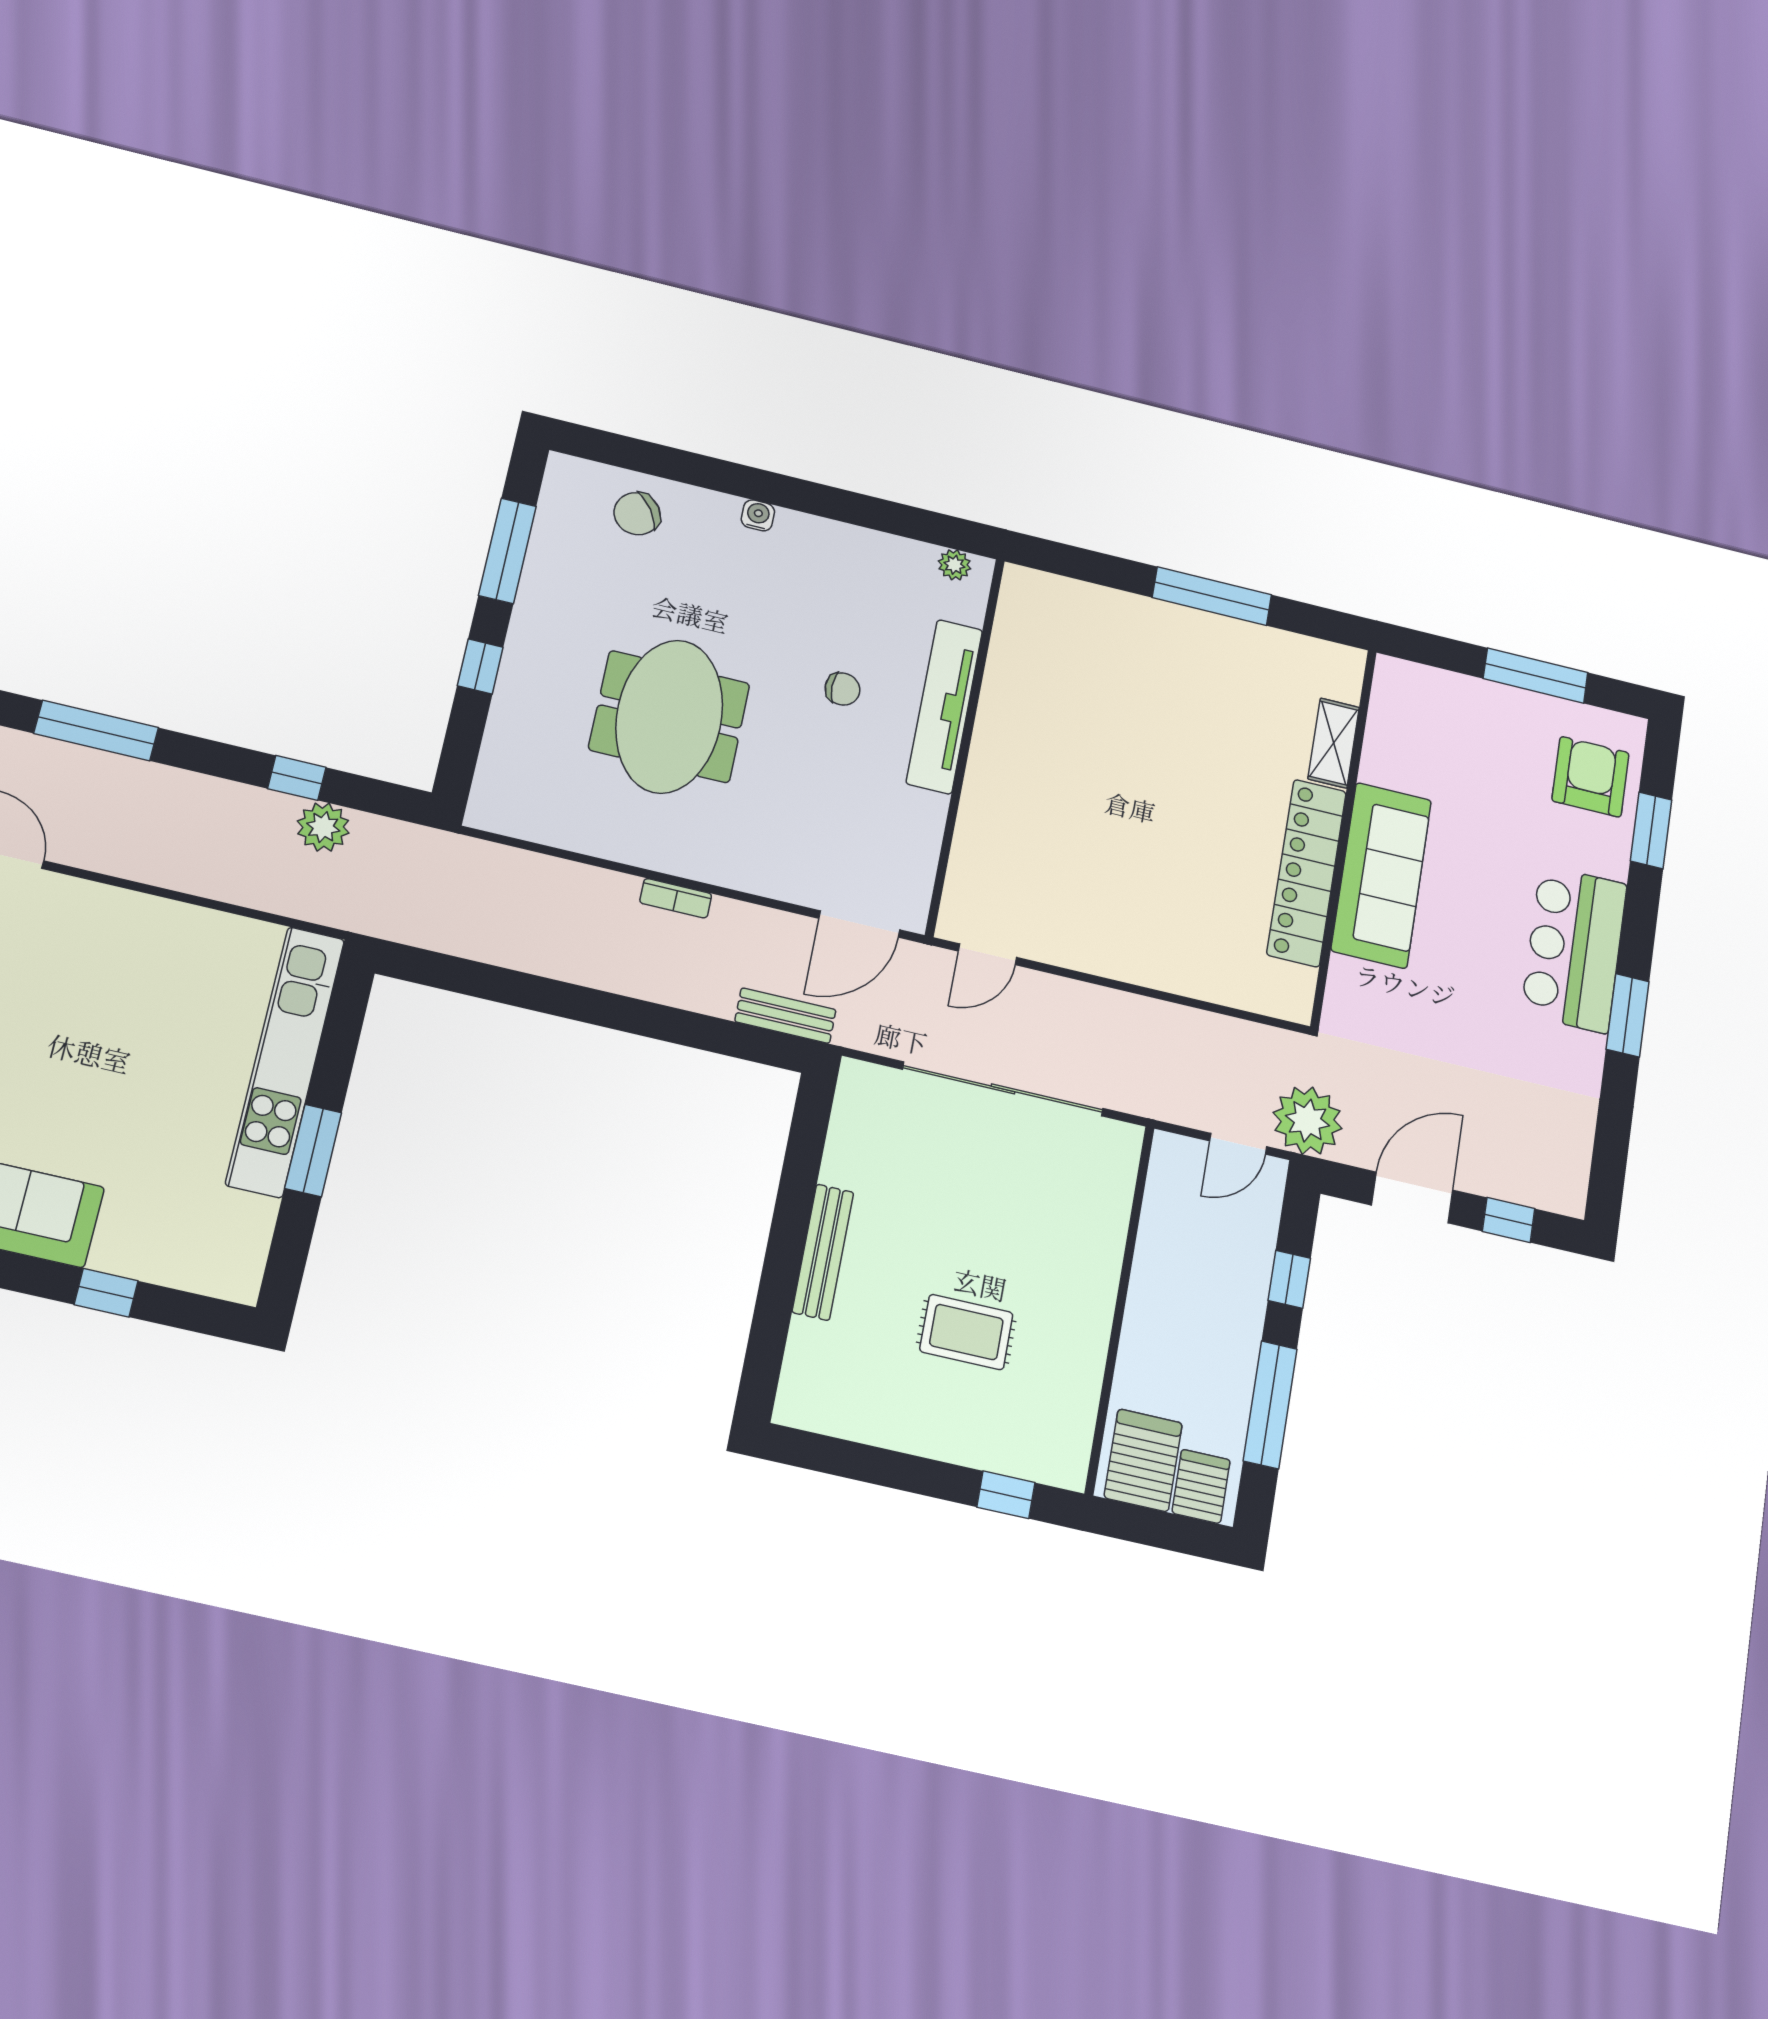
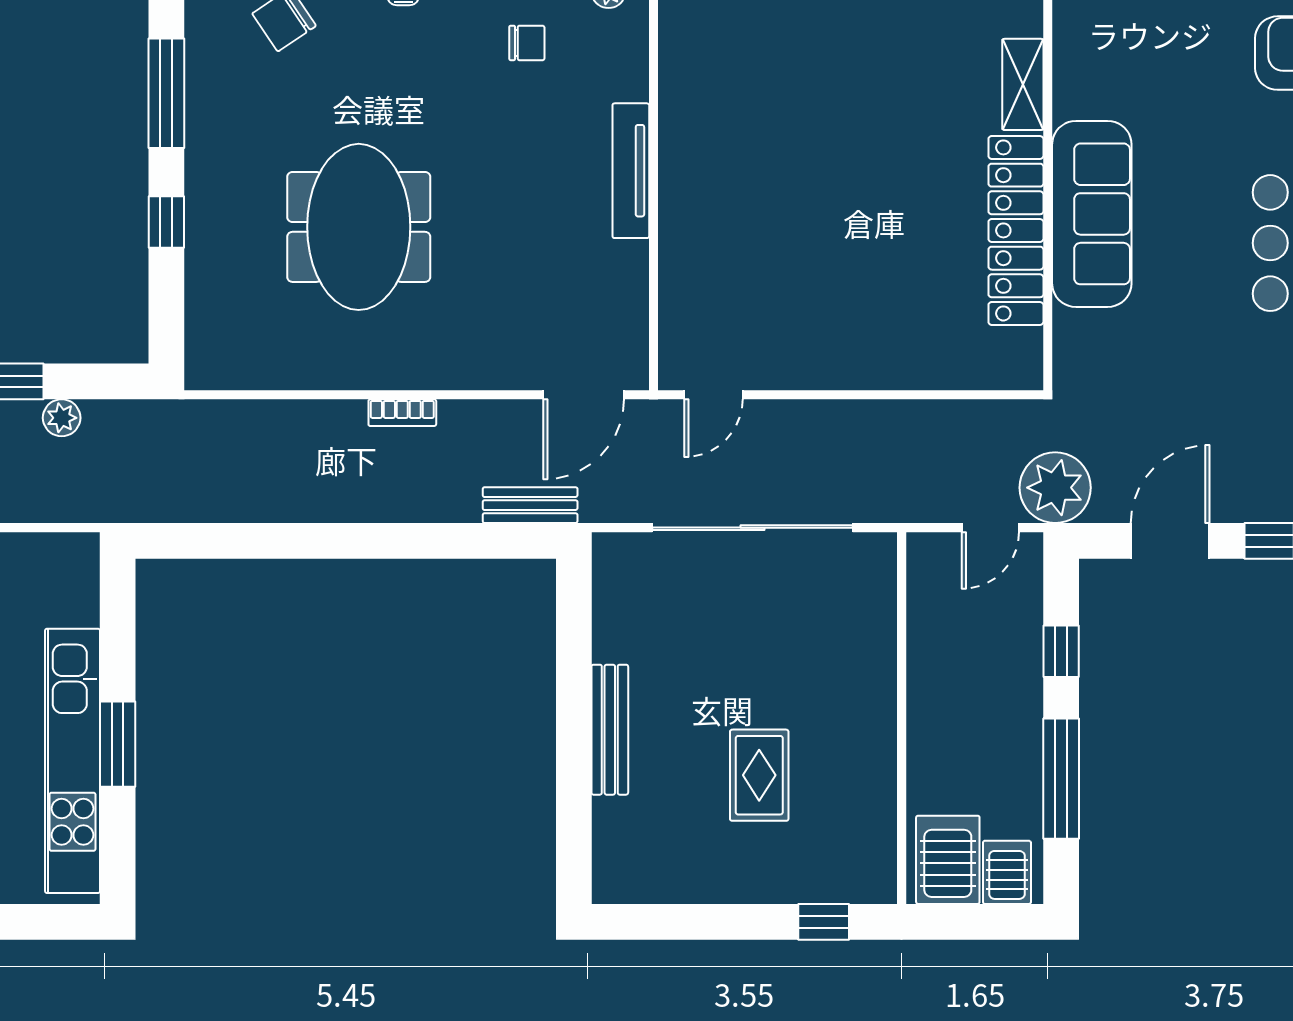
chair: (842, 689) -> (527, 43), moved
tv unit: (944, 706) -> (631, 171), width x0.73, depth x0.78
plant: (323, 827) -> (62, 418), width x0.73, depth x0.73
kitchen unit: (285, 1061) -> (73, 761), moved
rug: (966, 1332) -> (759, 775), turned 90

